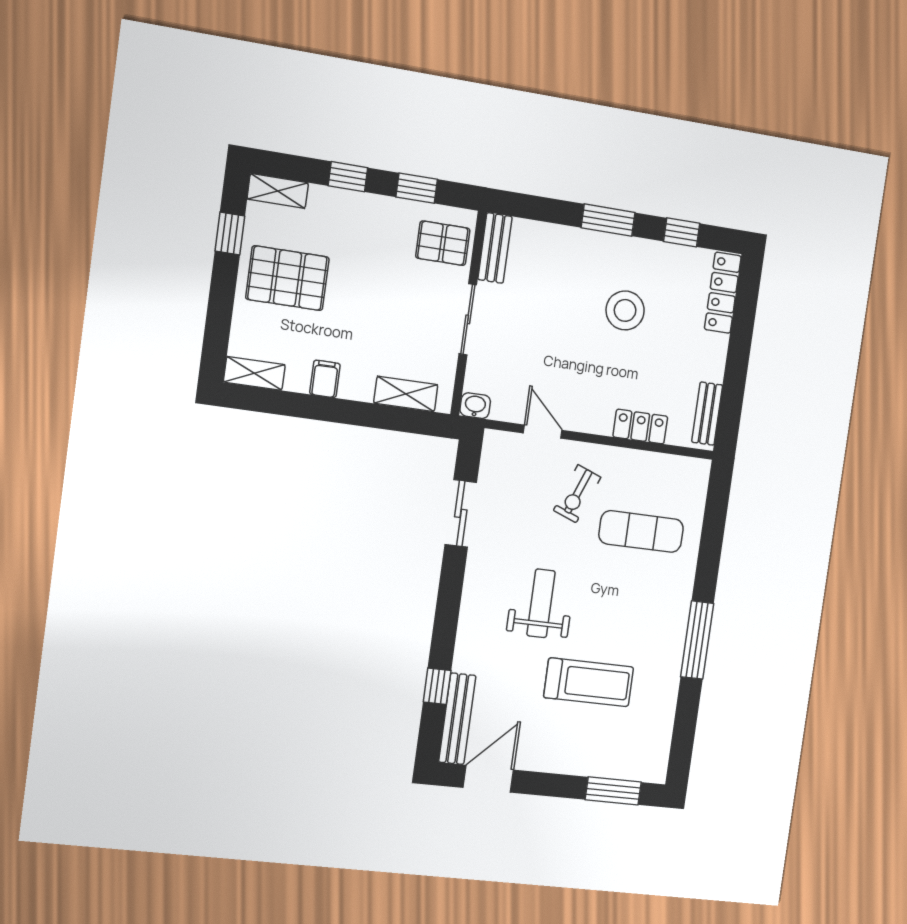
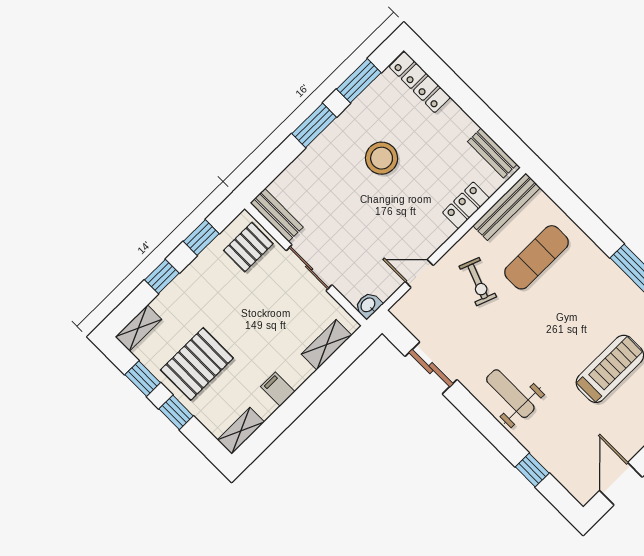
window: (682, 232) -> (359, 81), width x1.50
window: (222, 293) -> (176, 412), added
weight bench: (541, 603) -> (510, 394), moved
bench: (457, 719) -> (507, 207), moved, turned 90

